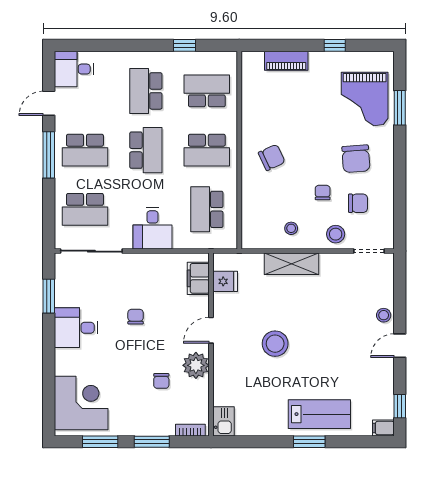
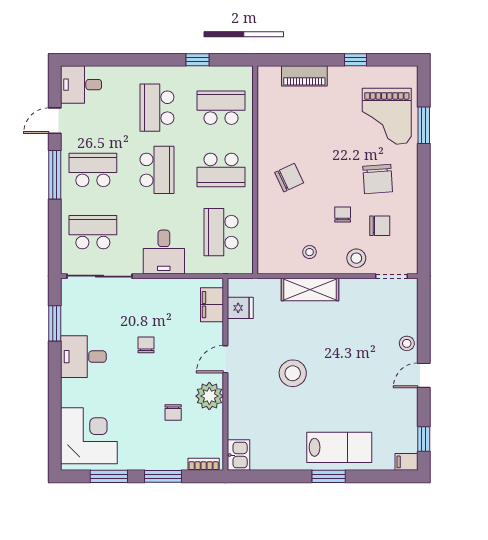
school desk: (85, 150) -> (93, 170), turned 180
school desk: (85, 209) -> (93, 232), turned 180

